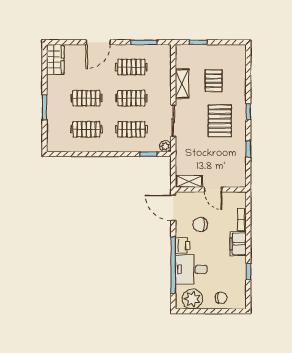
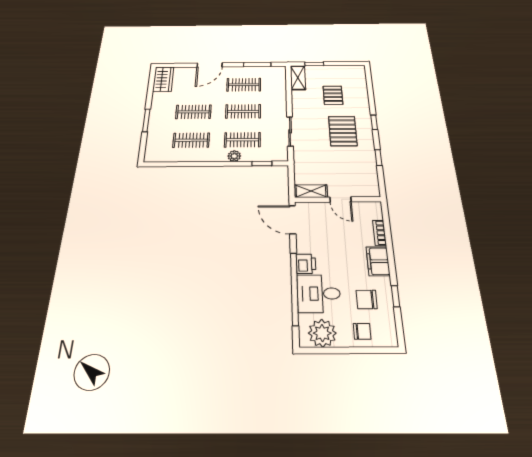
shelving: (182, 84) -> (298, 78), moved
plant: (165, 146) -> (234, 156), moved
chair: (200, 225) -> (367, 300), moved

